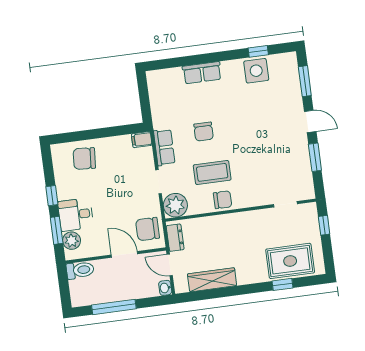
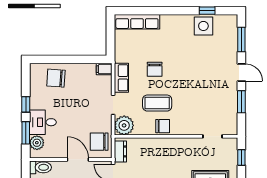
row of seats: (202, 73) -> (137, 22), moved, width x1.48

